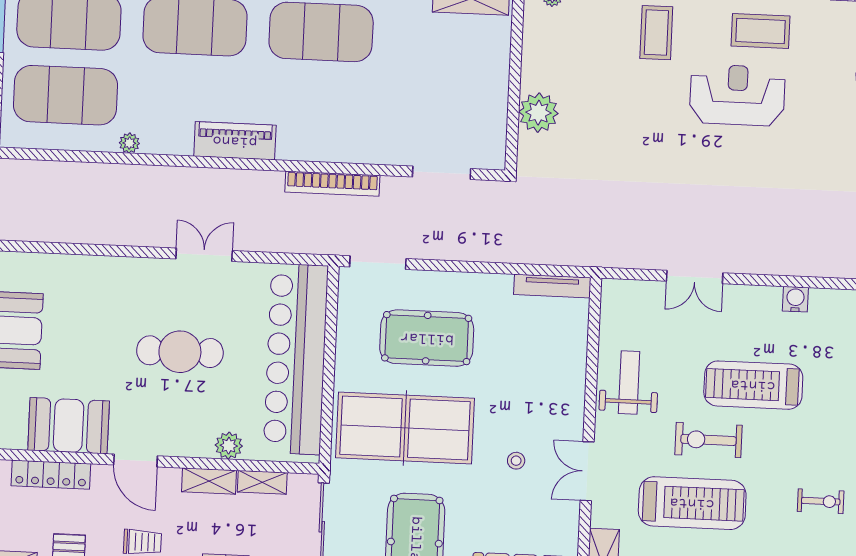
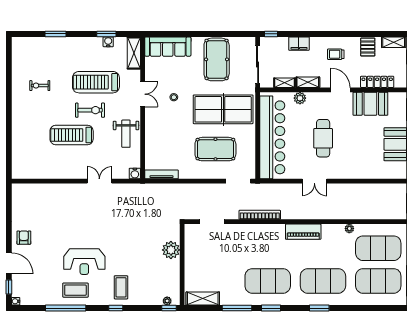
water cooler: (795, 299) -> (135, 173), moved
cafe table: (180, 352) -> (323, 138), turned 90
treadmill: (753, 385) -> (72, 135), turned 180

